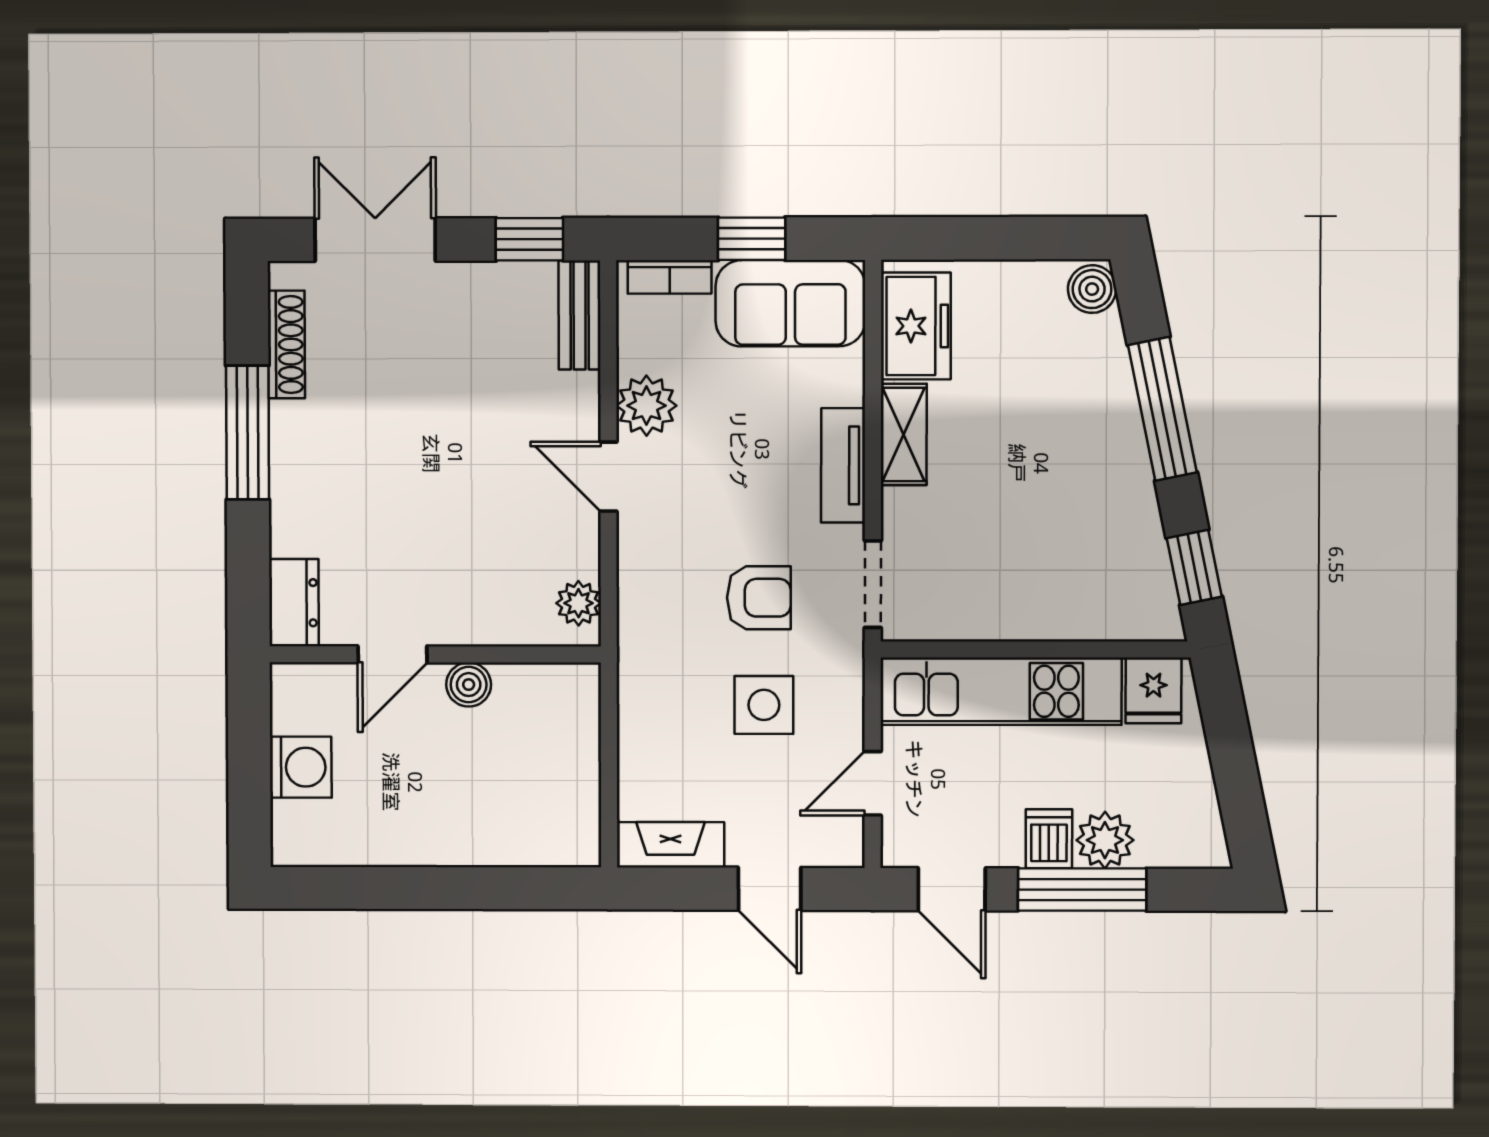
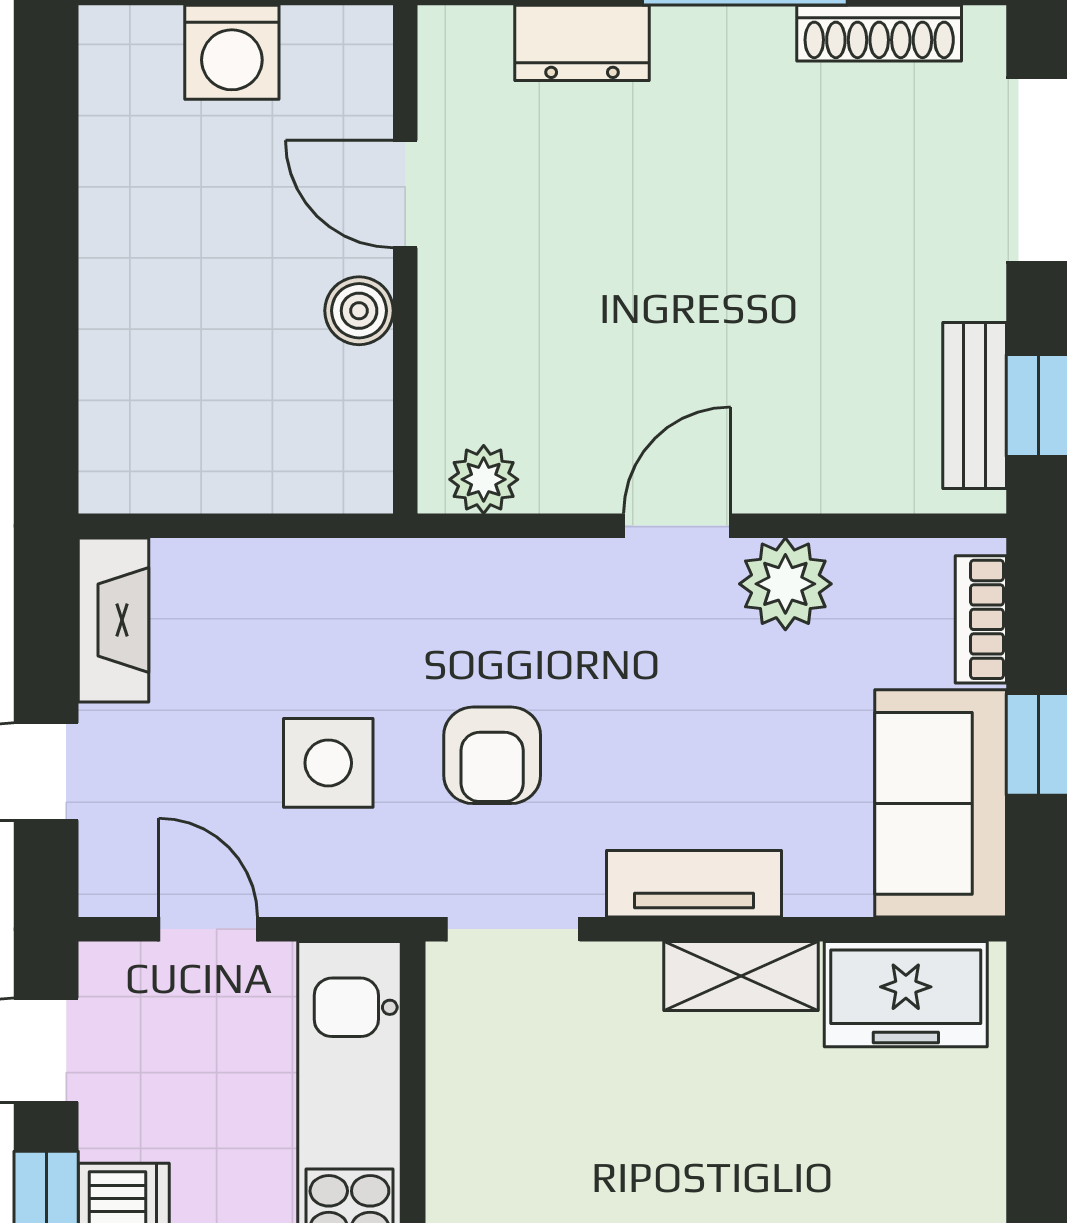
bench: (580, 315) -> (975, 405), moved, turned 90
dresser: (294, 603) -> (582, 43), moved

